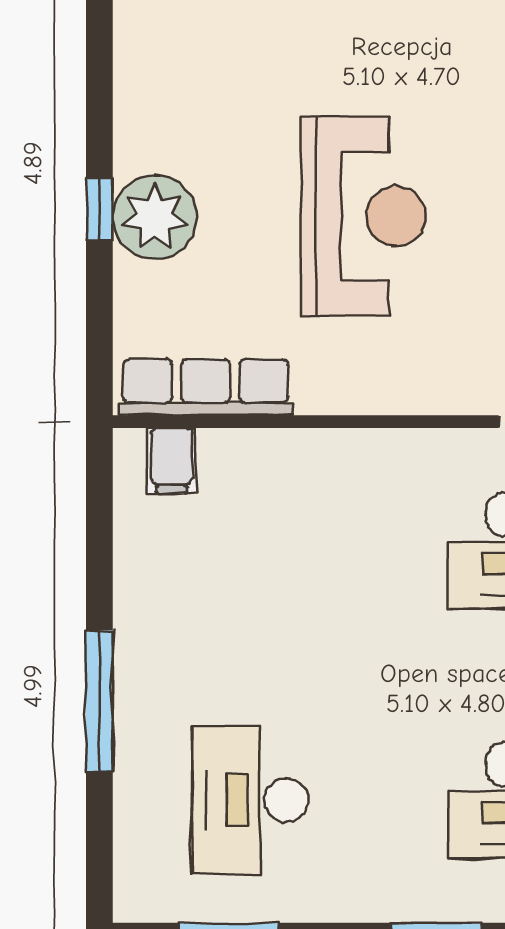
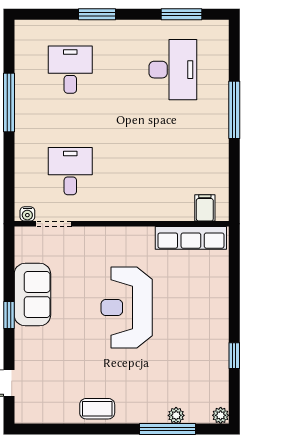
window: (99, 209) -> (234, 356), moved
plant: (155, 217) -> (212, 307), removed

